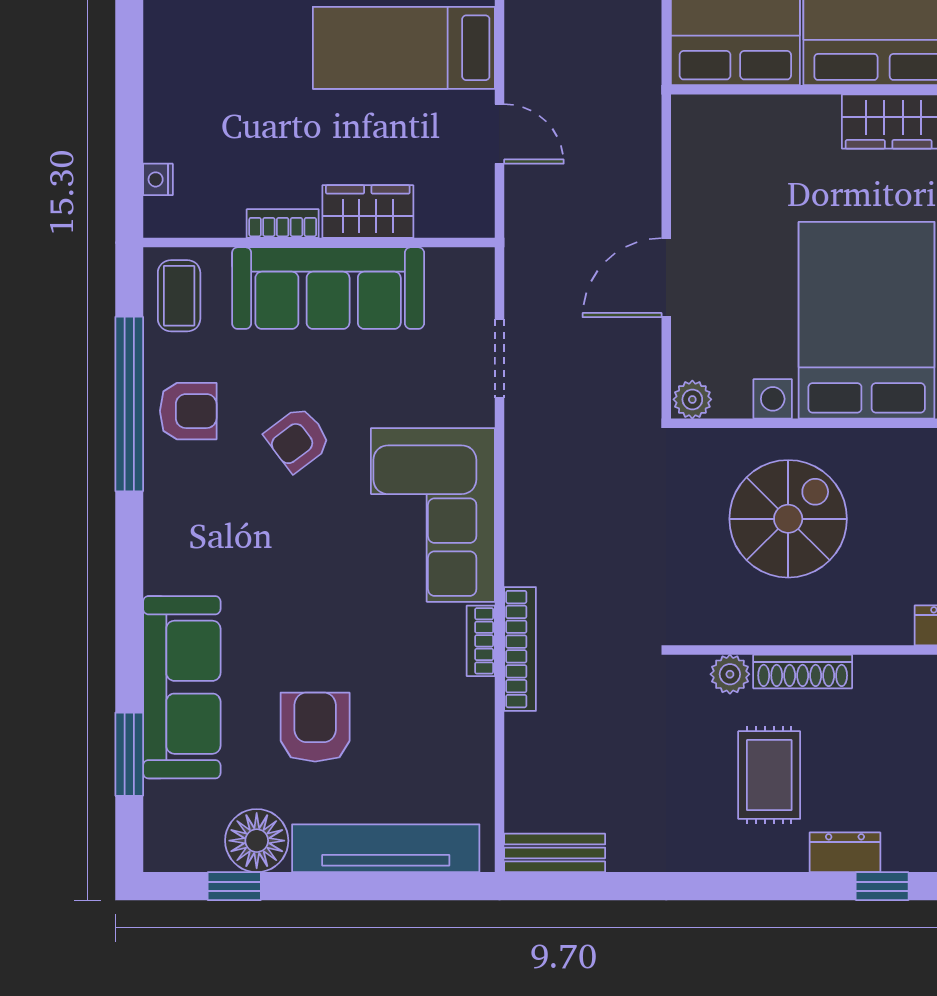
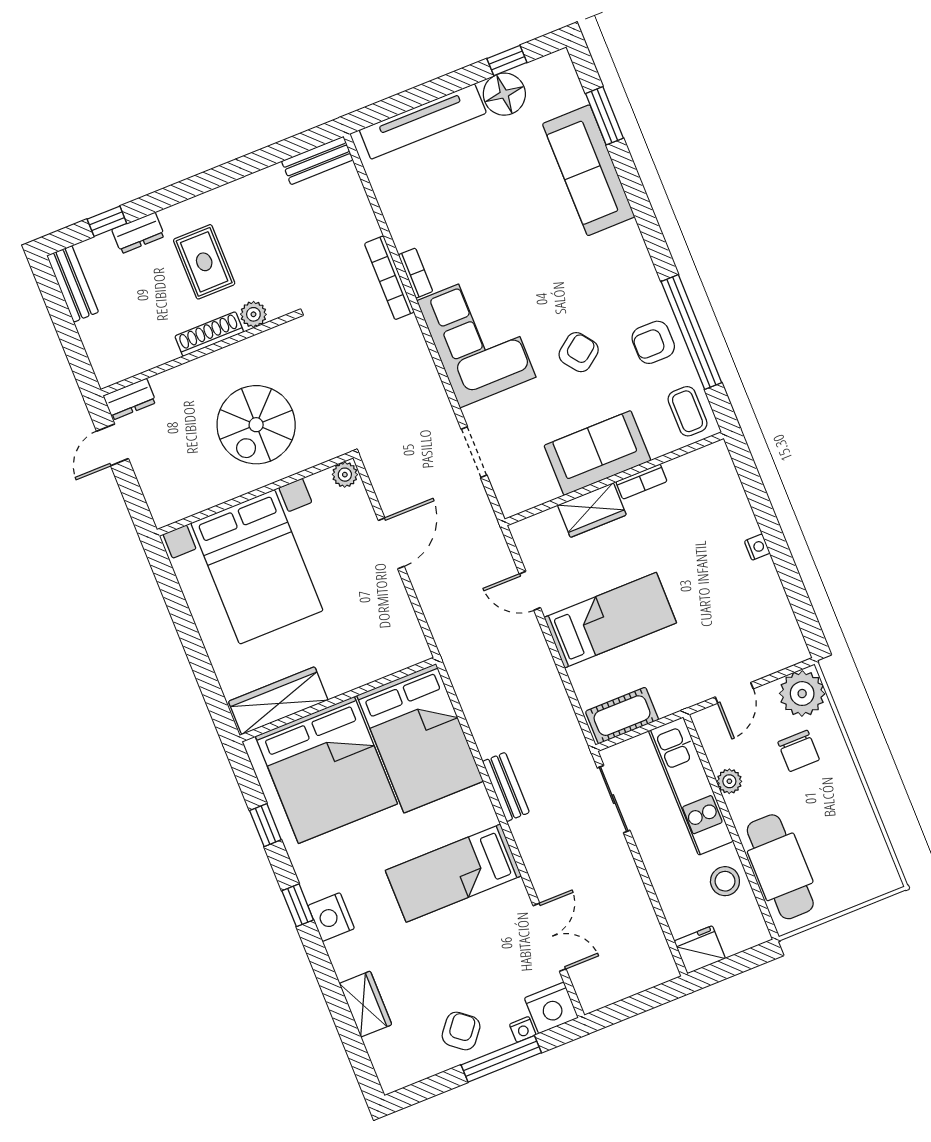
nightstand: (158, 179) -> (757, 547), moved
sofa: (328, 288) -> (597, 453), width x0.73
armchair: (315, 727) -> (496, 179), removed

